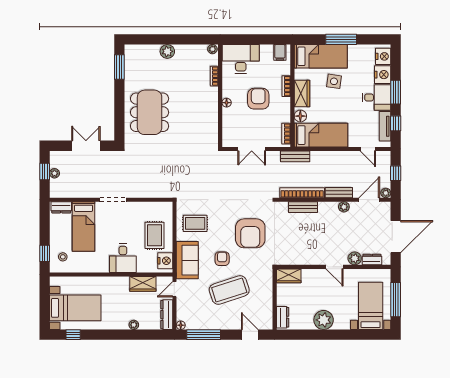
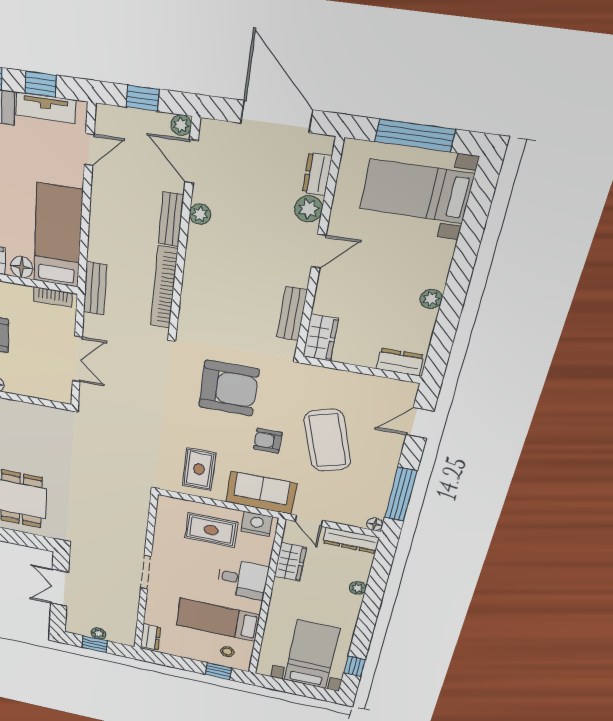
bench: (303, 207) -> (292, 314), moved
bed: (84, 226) -> (218, 620), moved, turned 180
plant: (324, 320) -> (431, 299), width x0.53, depth x0.53

